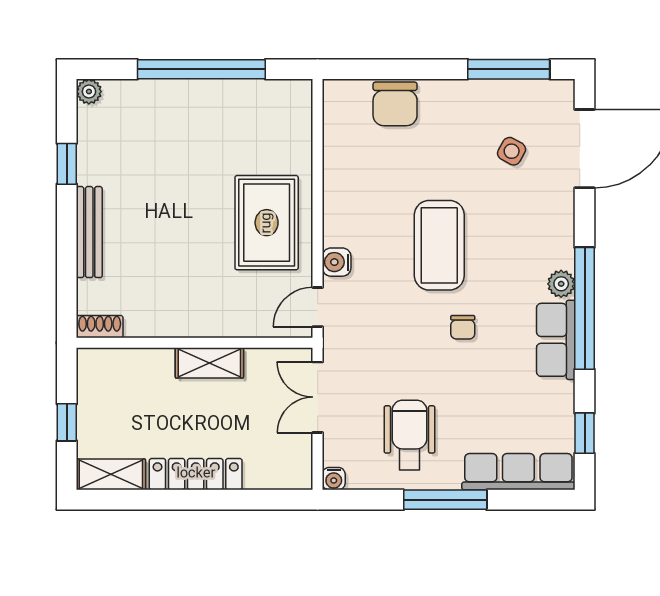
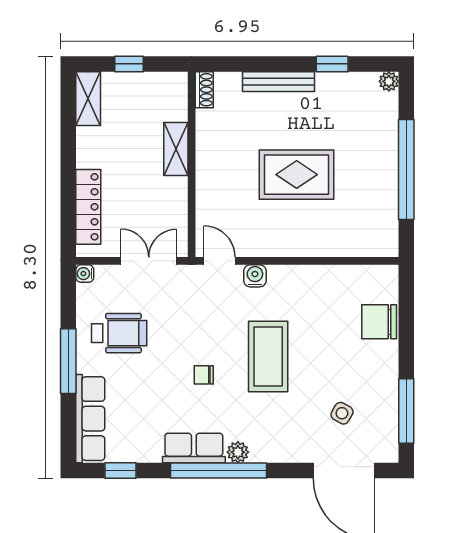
rug: (267, 223) -> (297, 175), moved
coffee table: (439, 245) -> (268, 356), turned 90
shelving: (209, 363) -> (176, 149), moved
locker: (196, 474) -> (88, 207), moved

